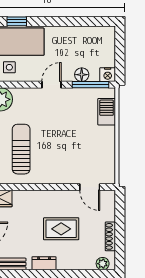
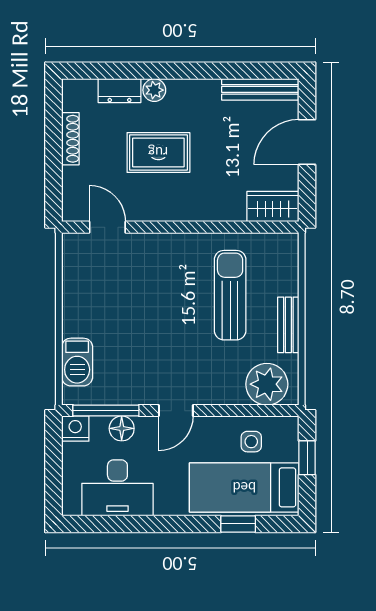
desk: (84, 41) -> (117, 488), added
sun lounger: (21, 149) -> (230, 295), turned 180
dresser: (44, 263) -> (119, 91), moved
plant: (103, 264) -> (154, 90), moved

